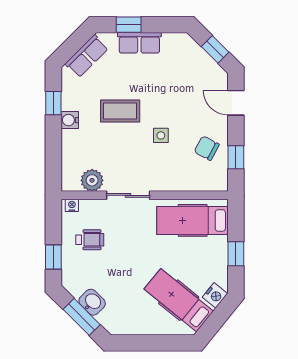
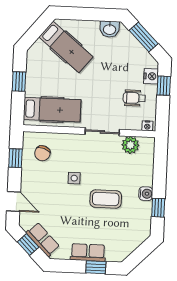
row of seats: (87, 56) -> (43, 240), moved, turned 90
chair: (207, 148) -> (42, 153), moved, turned 81
nightstand: (215, 295) -> (151, 76), moved, turned 141
washbasin: (92, 302) -> (110, 29), moved, turned -45

